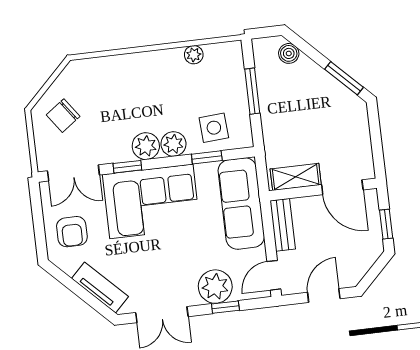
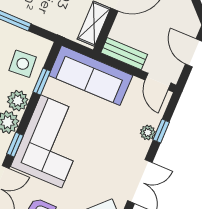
plant: (215, 287) -> (148, 133), width x0.53, depth x0.53

